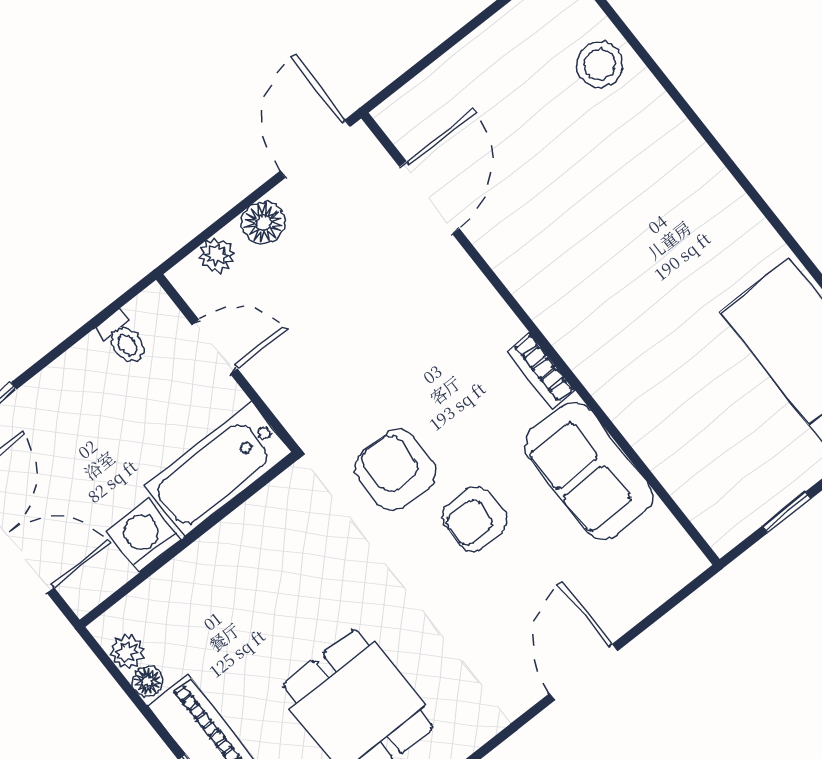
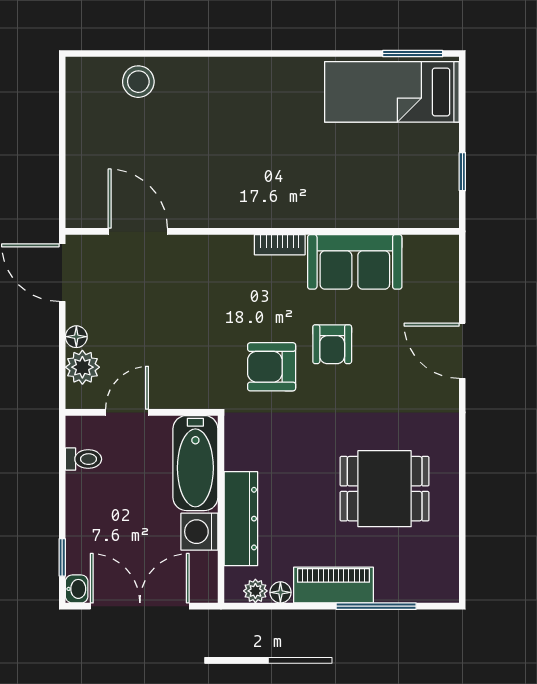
floor lamp: (263, 223) -> (76, 337), width x0.73, depth x0.73
plant: (217, 255) -> (82, 367), width x1.38, depth x1.38
dresser: (196, 571) -> (241, 519), added

